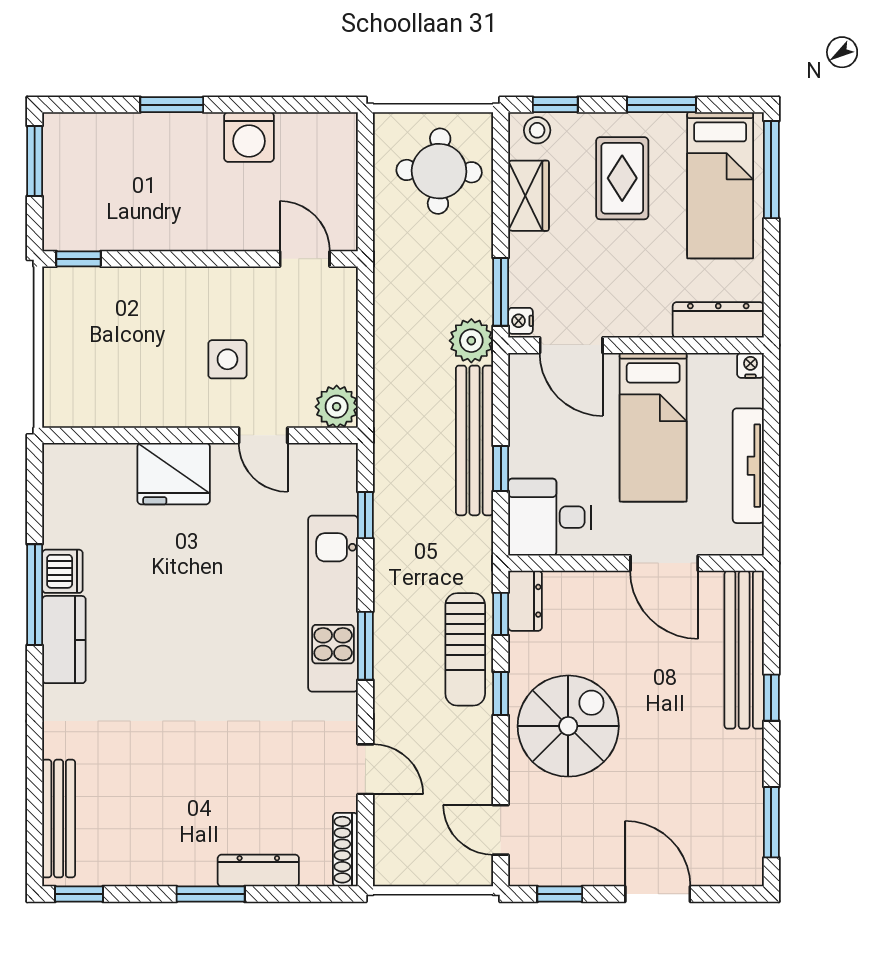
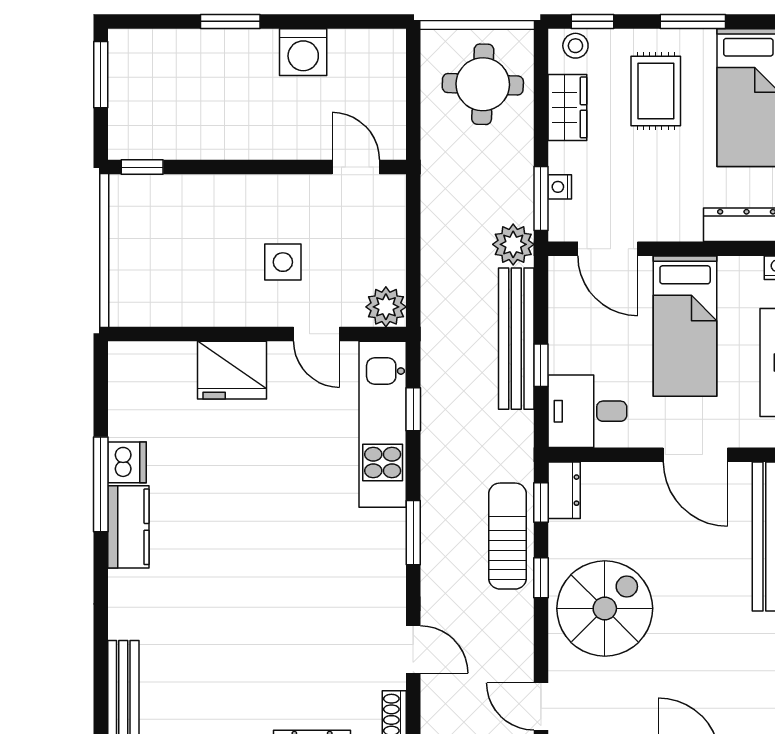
nightstand: (520, 321) -> (560, 187), moved
kitchen unit: (333, 604) -> (383, 424), moved
sun lounger: (465, 649) -> (508, 536), turned 180

